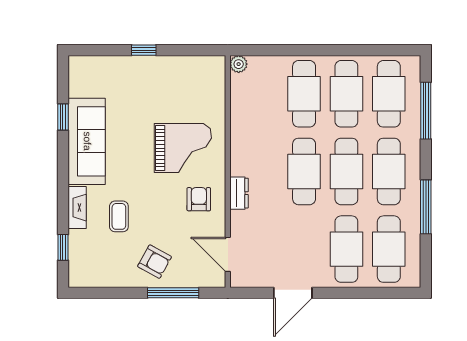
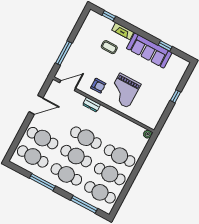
armchair: (155, 262) -> (81, 52), removed
door: (293, 293) -> (36, 105), swing flipped

